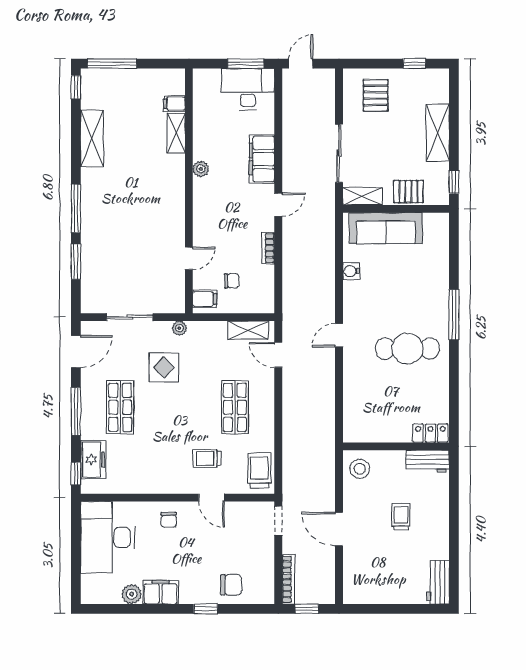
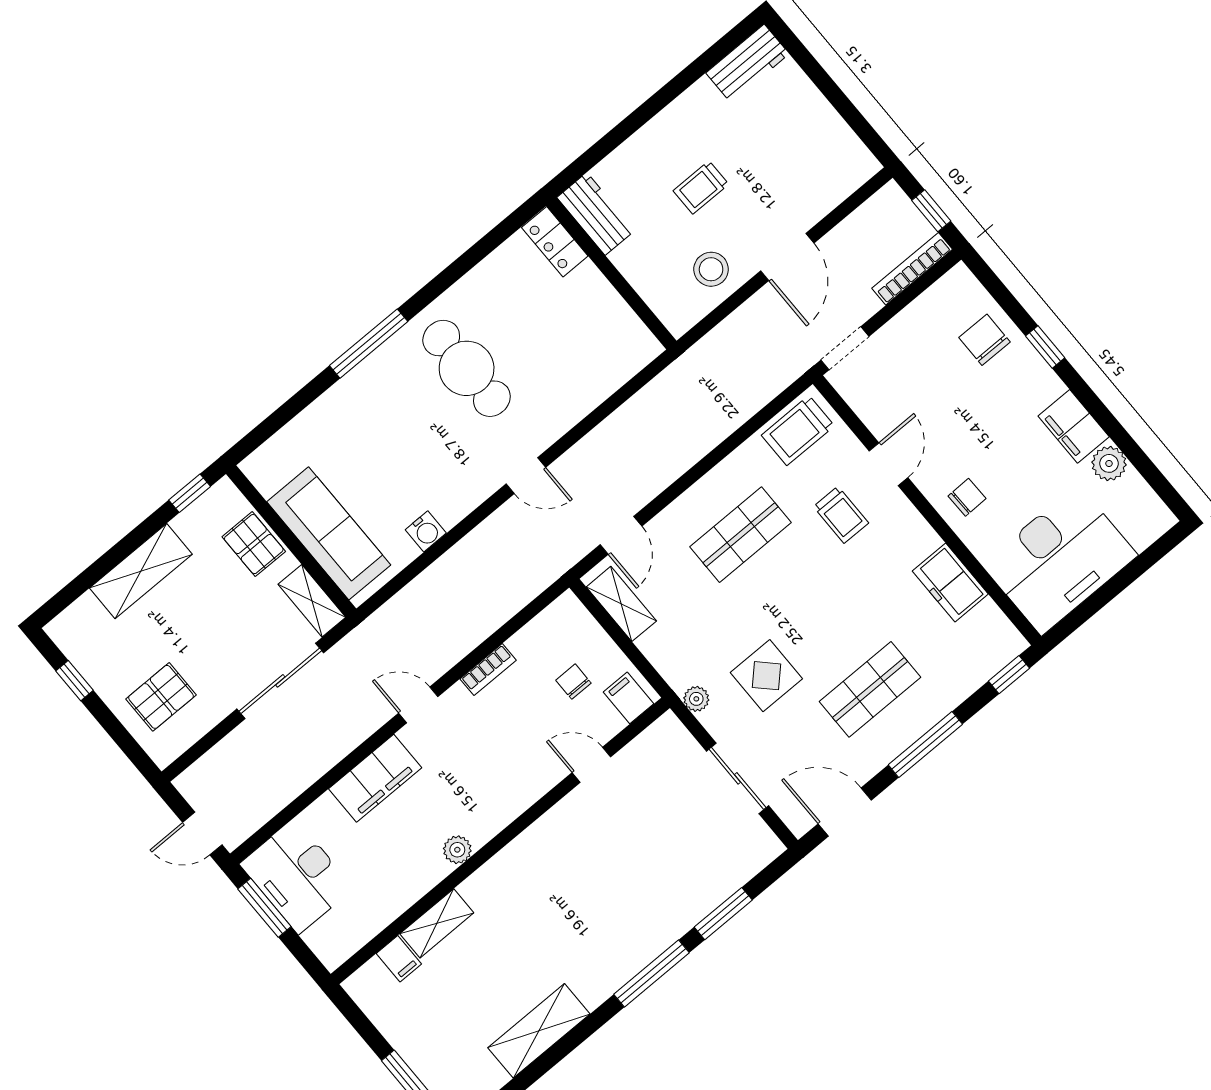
freezer: (93, 460) -> (950, 583), moved, turned -90
stool: (360, 469) -> (711, 269), moved

